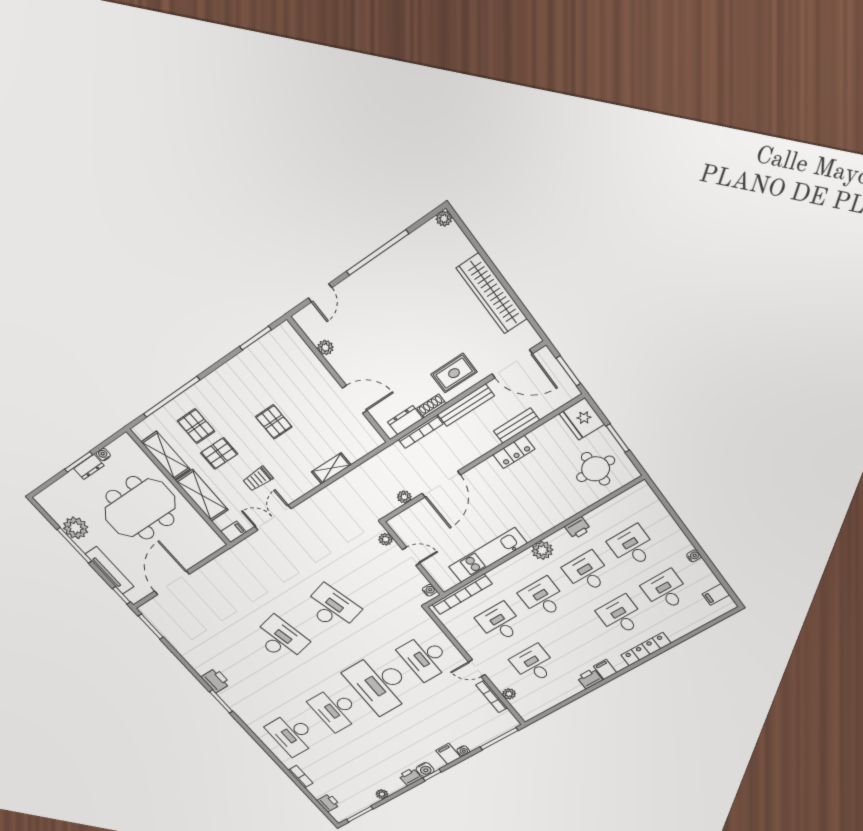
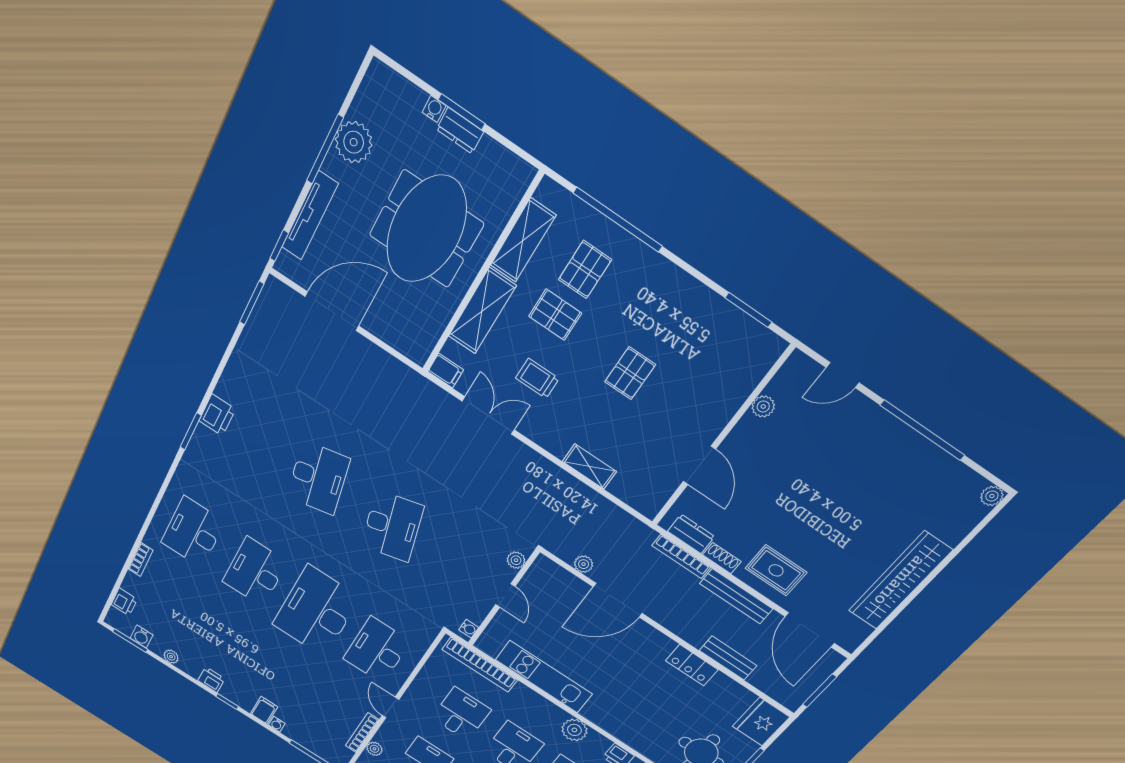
water cooler: (103, 454) -> (434, 109), moved
meeting table: (140, 508) -> (426, 229), turned 90
water cooler: (425, 769) -> (141, 636), moved

